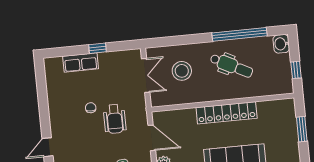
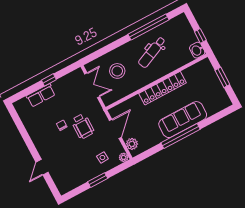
washbasin: (281, 44) -> (197, 50), moved
dental chair: (231, 66) -> (152, 52), turned 129
door: (152, 138) -> (115, 129), hinge flipped

